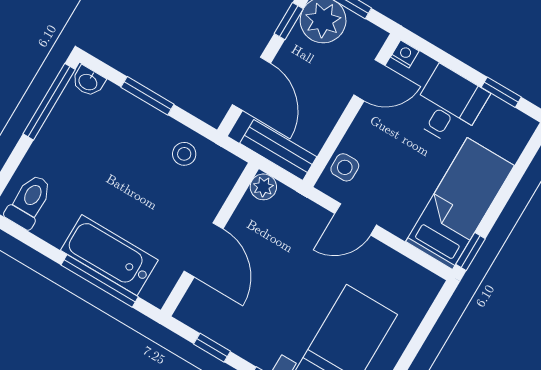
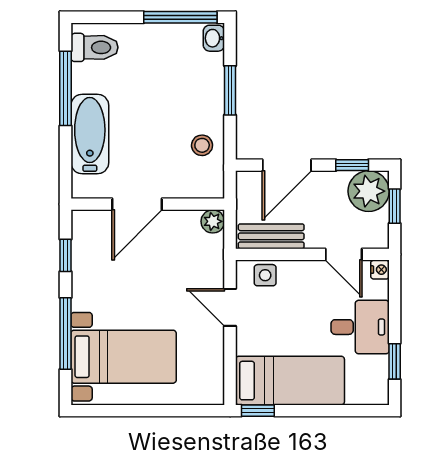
bench: (278, 150) -> (271, 236), moved, turned 90
window: (100, 281) -> (65, 88), moved

